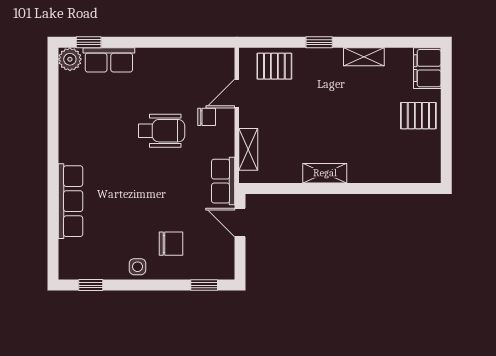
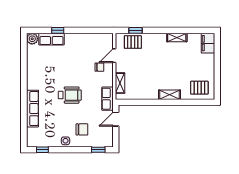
window: (89, 42) -> (58, 30), moved
window: (319, 42) -> (135, 30), moved
pallet: (418, 116) -> (199, 88), moved
wheelchair: (162, 131) -> (70, 95), moved
shelving: (325, 173) -> (170, 95), moved
door: (240, 222) -> (116, 119), hinge flipped

